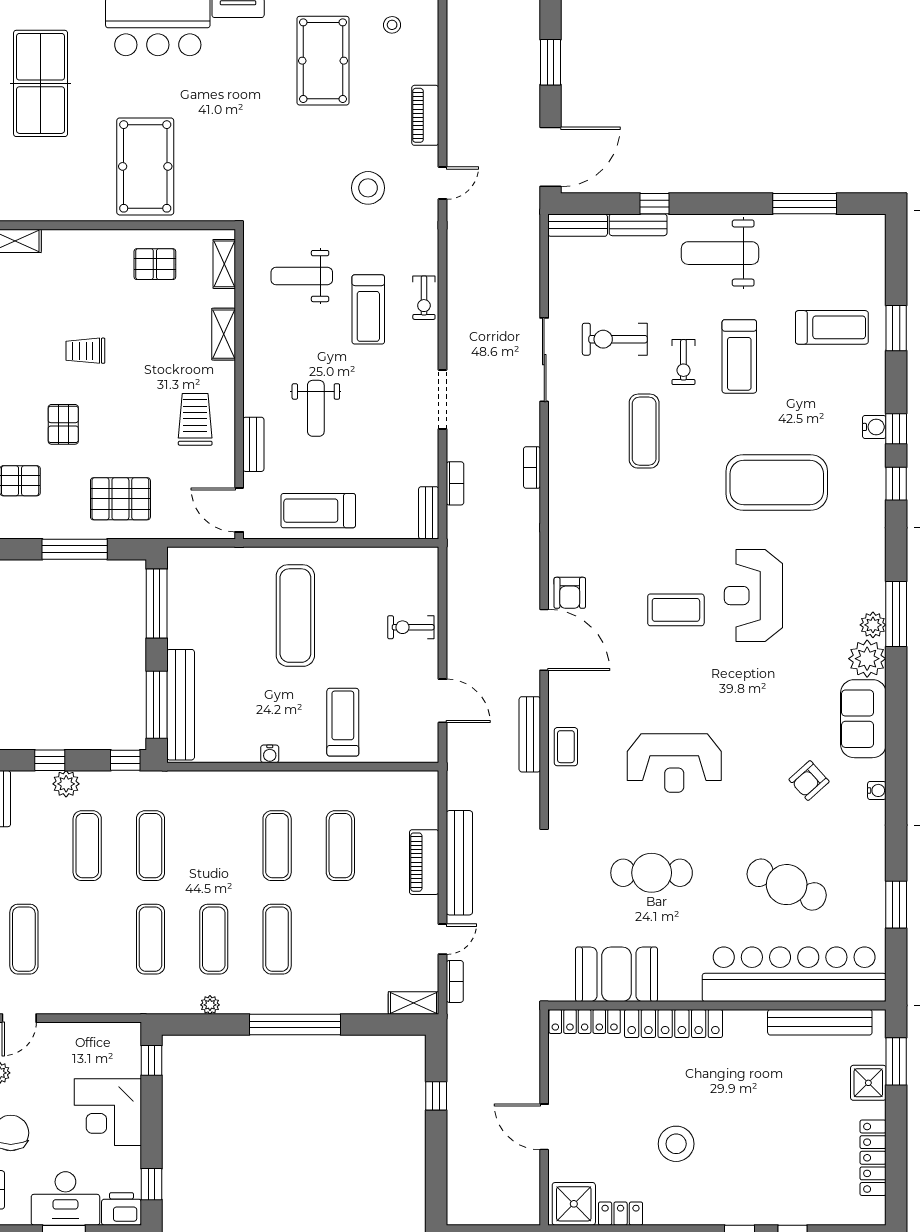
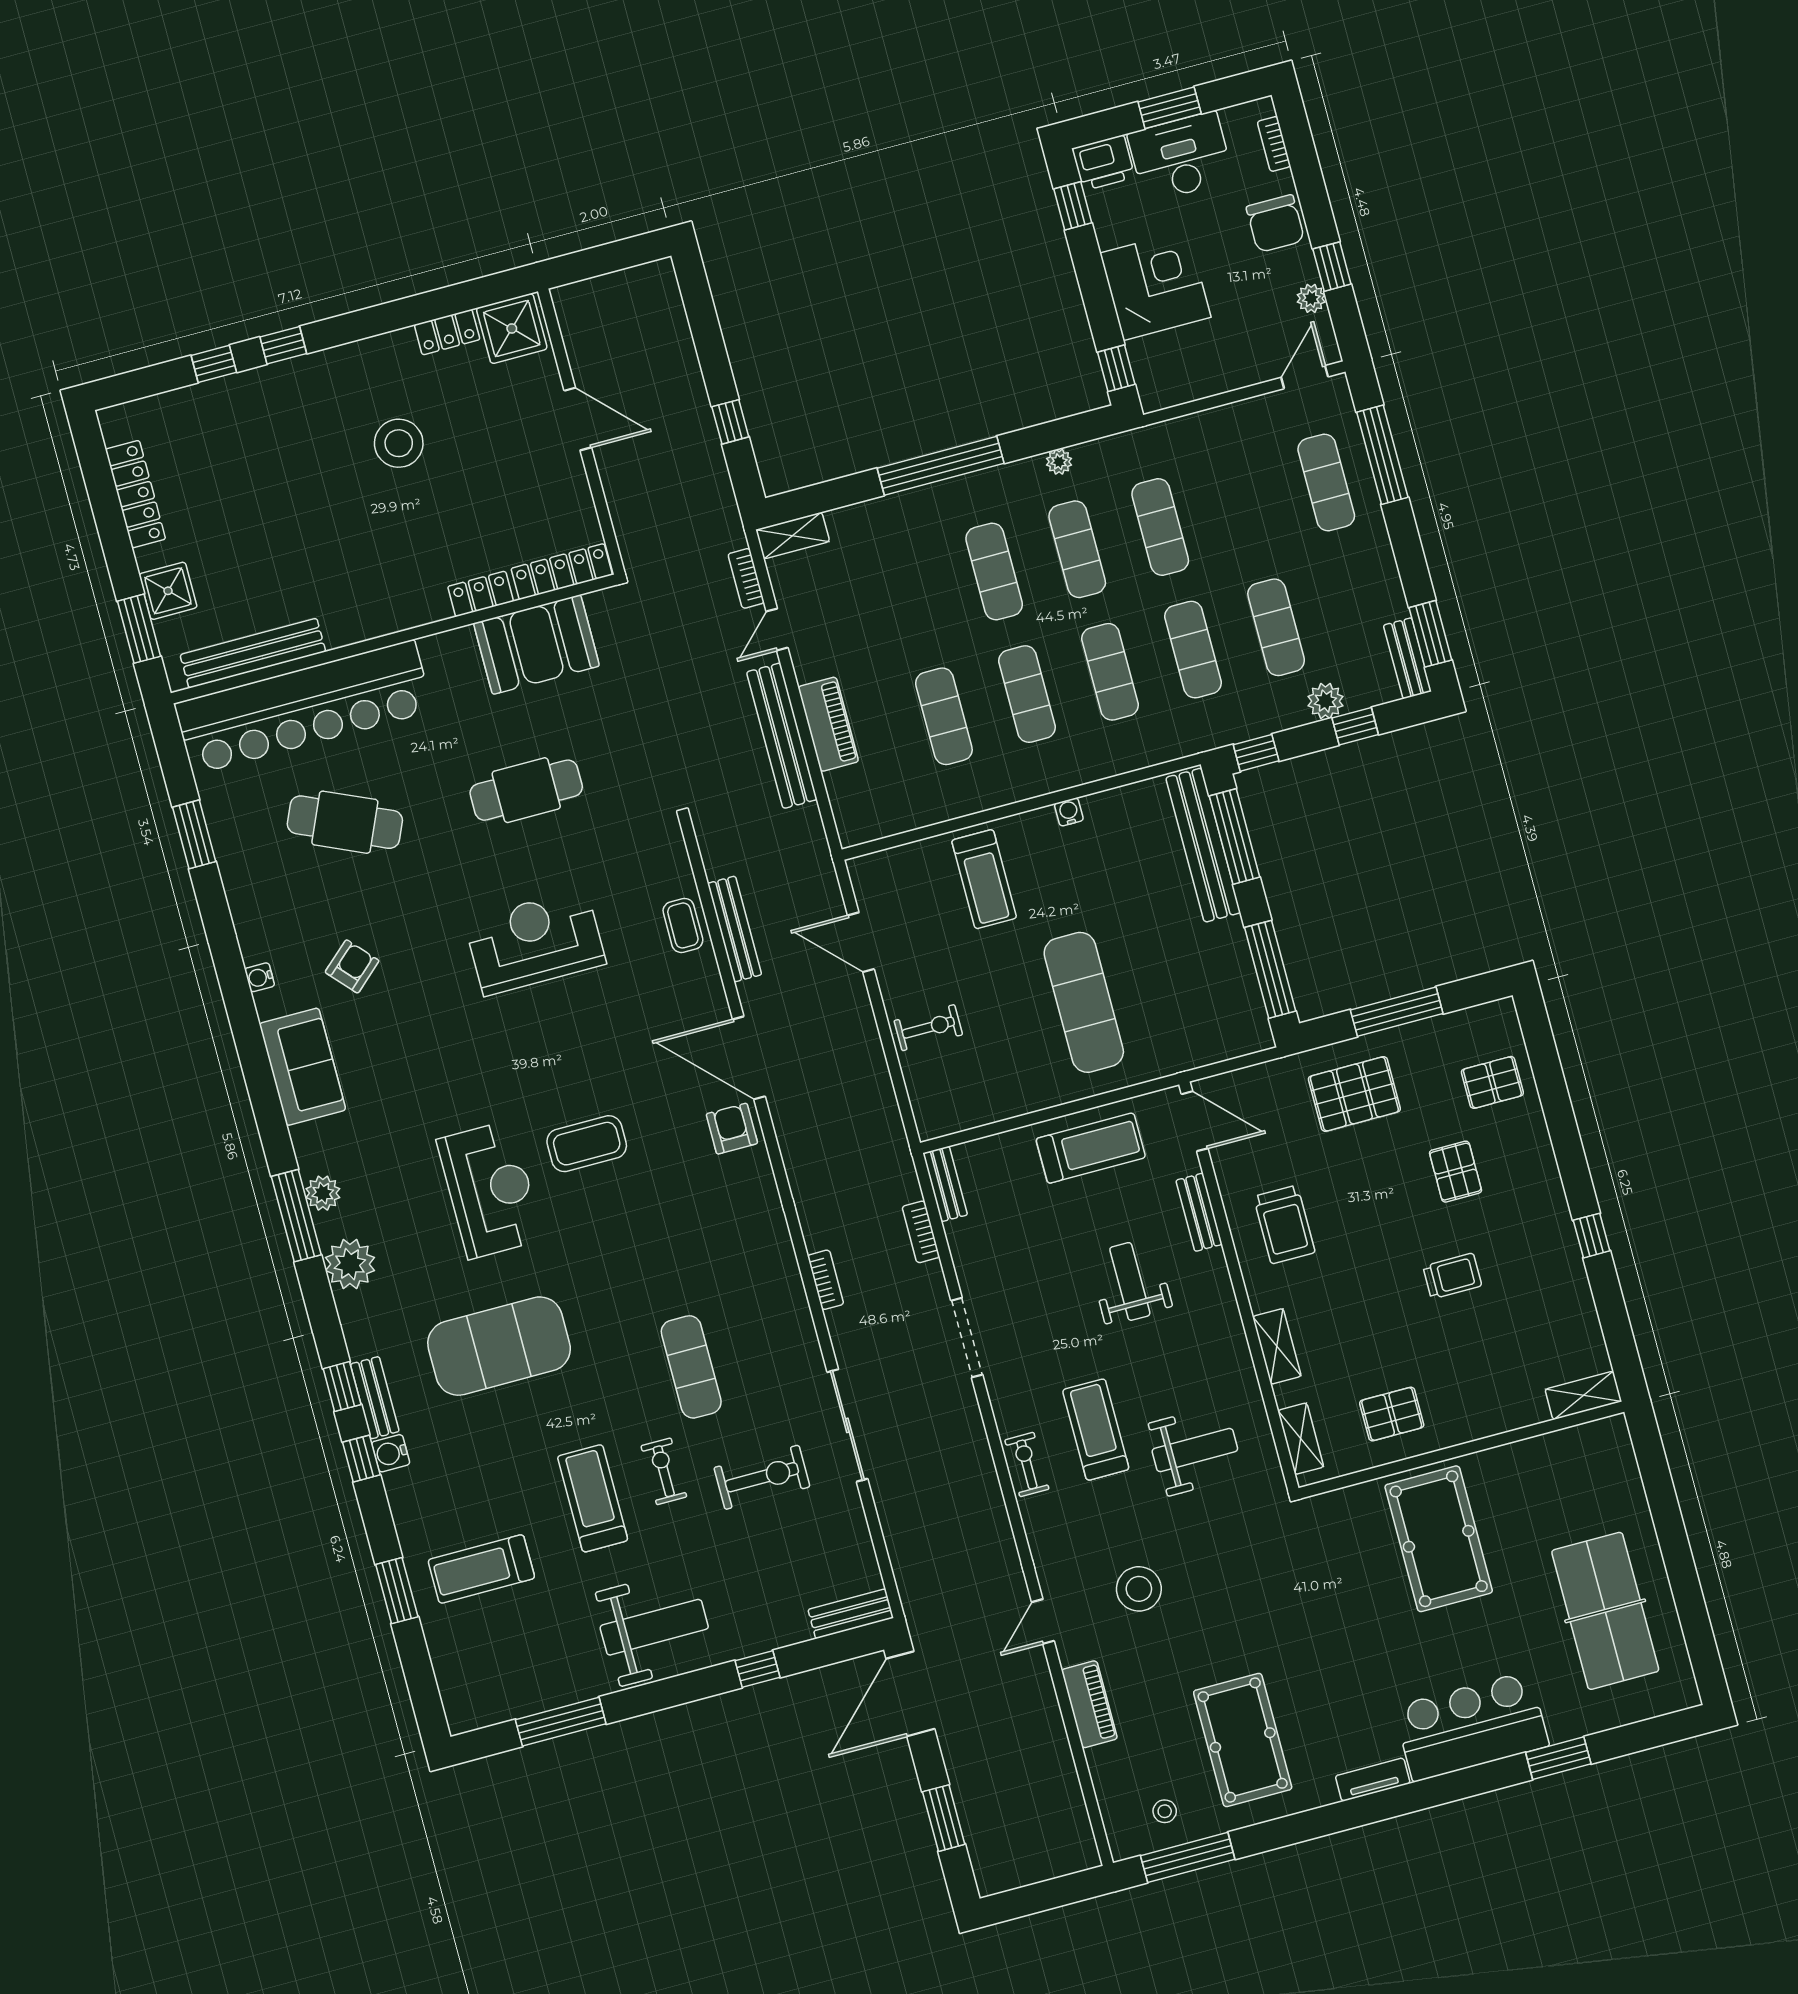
bench: (638, 225) -> (375, 1398), moved, turned 90
plant: (867, 659) -> (350, 1264), moved
exercise mat: (214, 846) -> (1110, 672), added
locker: (674, 1023) -> (481, 594), width x0.46, depth x0.83

